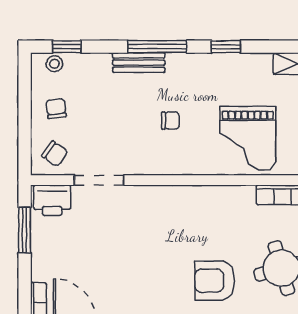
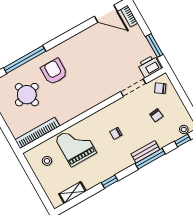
window: (157, 47) -> (150, 159), moved
chair: (56, 109) -> (156, 115), moved
armchair: (215, 281) -> (54, 72), turned -90

